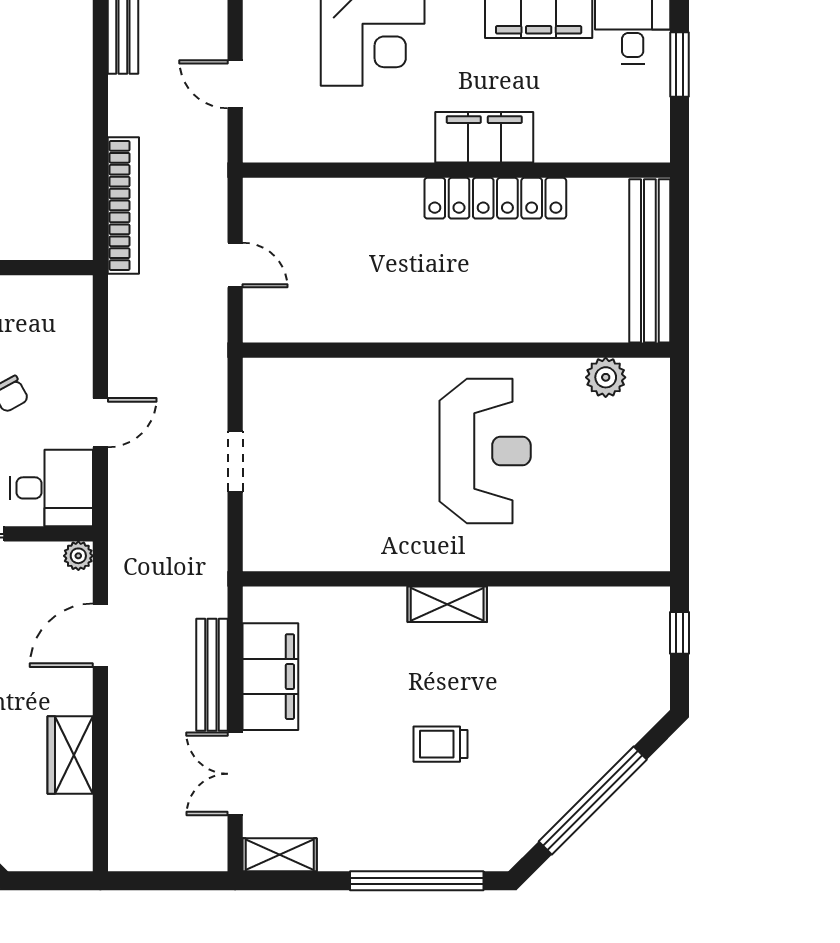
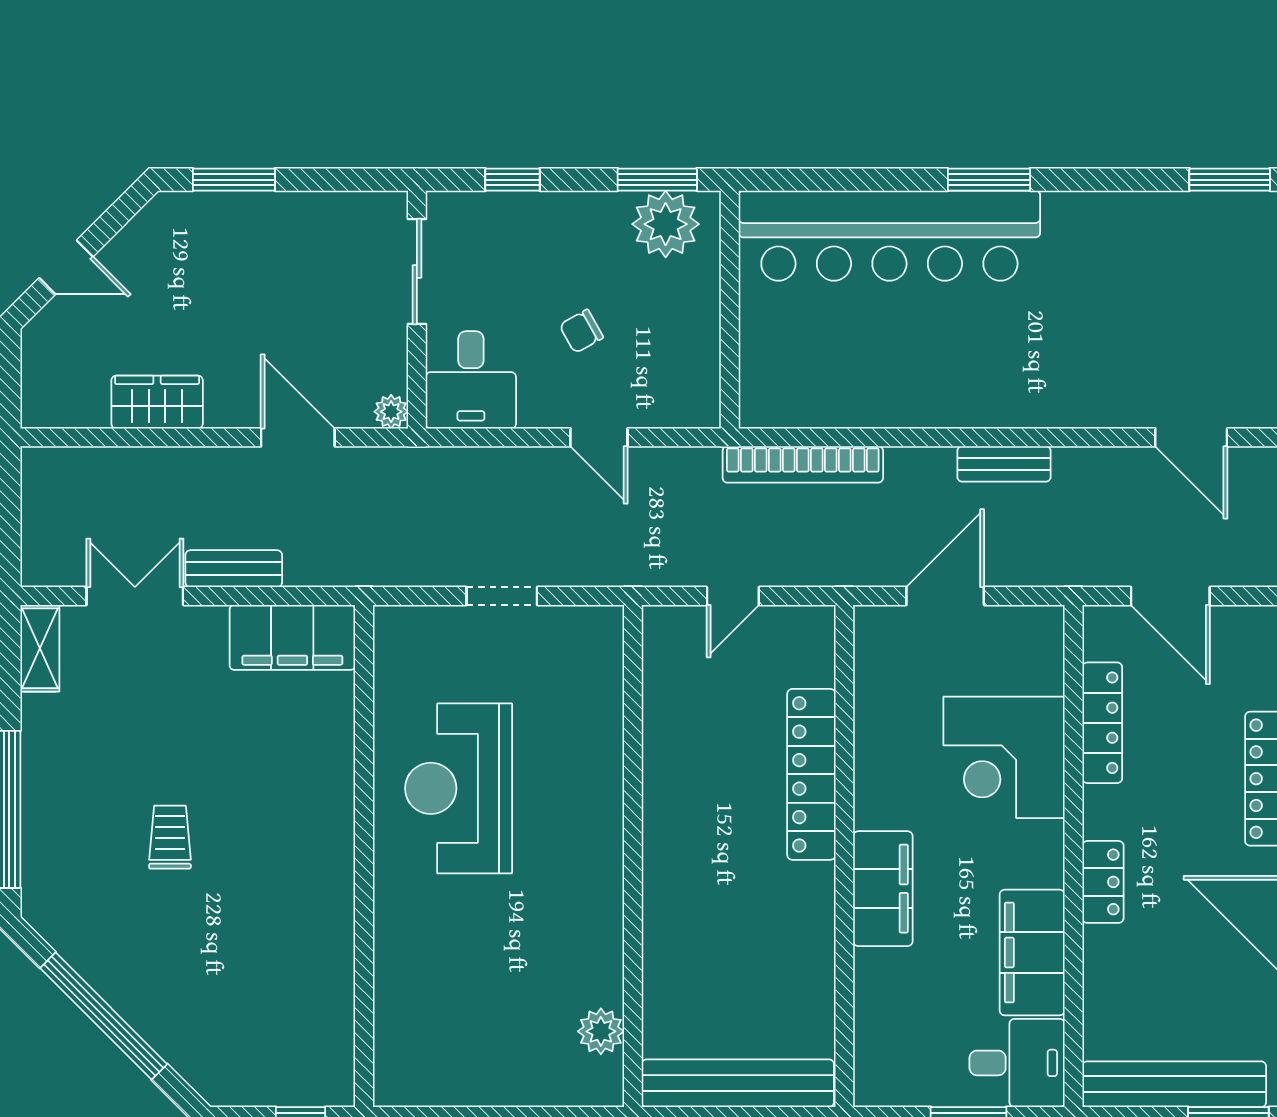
door: (235, 84) -> (945, 596), width x1.37
locker: (495, 198) -> (811, 774), moved
door: (100, 423) -> (599, 437), moved
reception desk: (485, 451) -> (459, 788), moved, turned 90
shelving: (447, 604) -> (334, 845), removed
bench: (212, 675) -> (234, 569), width x0.73
filing cabinet: (270, 677) -> (292, 637), moved

